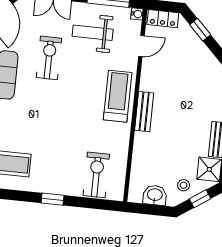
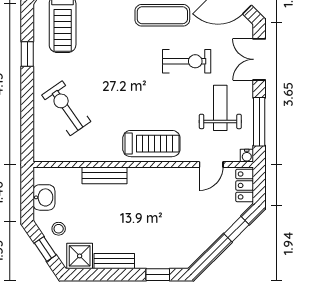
door: (141, 46) -> (211, 164), hinge flipped
bench: (144, 112) -> (104, 175), moved
exercise bike: (96, 175) -> (66, 108), moved, turned -125
window: (52, 199) -> (27, 54), moved

